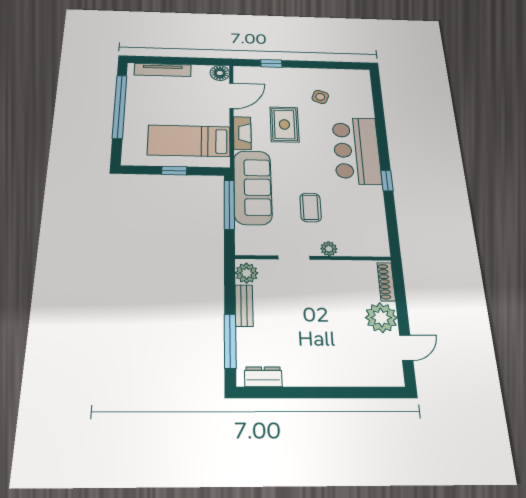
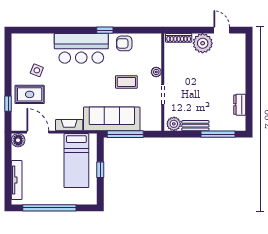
rug: (284, 124) -> (30, 94), moved
armchair: (369, 206) -> (124, 43), added
dresser: (263, 377) -> (240, 105), moved

